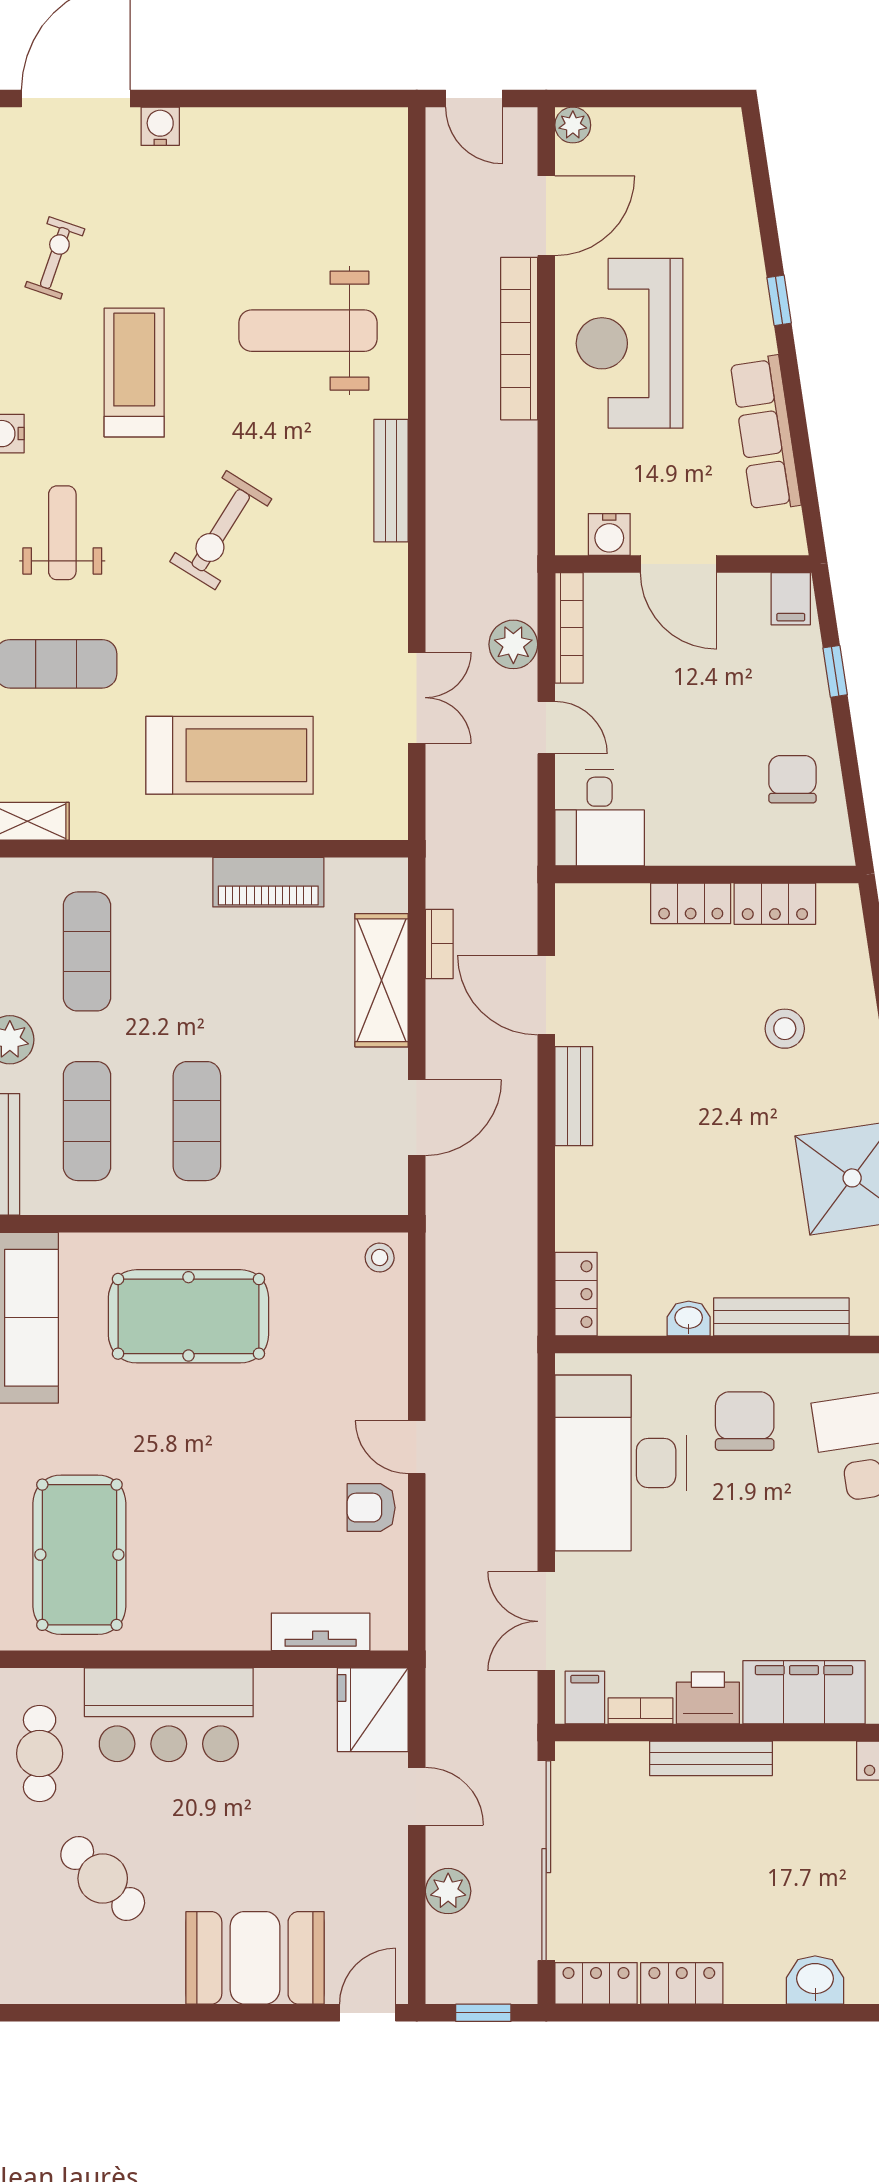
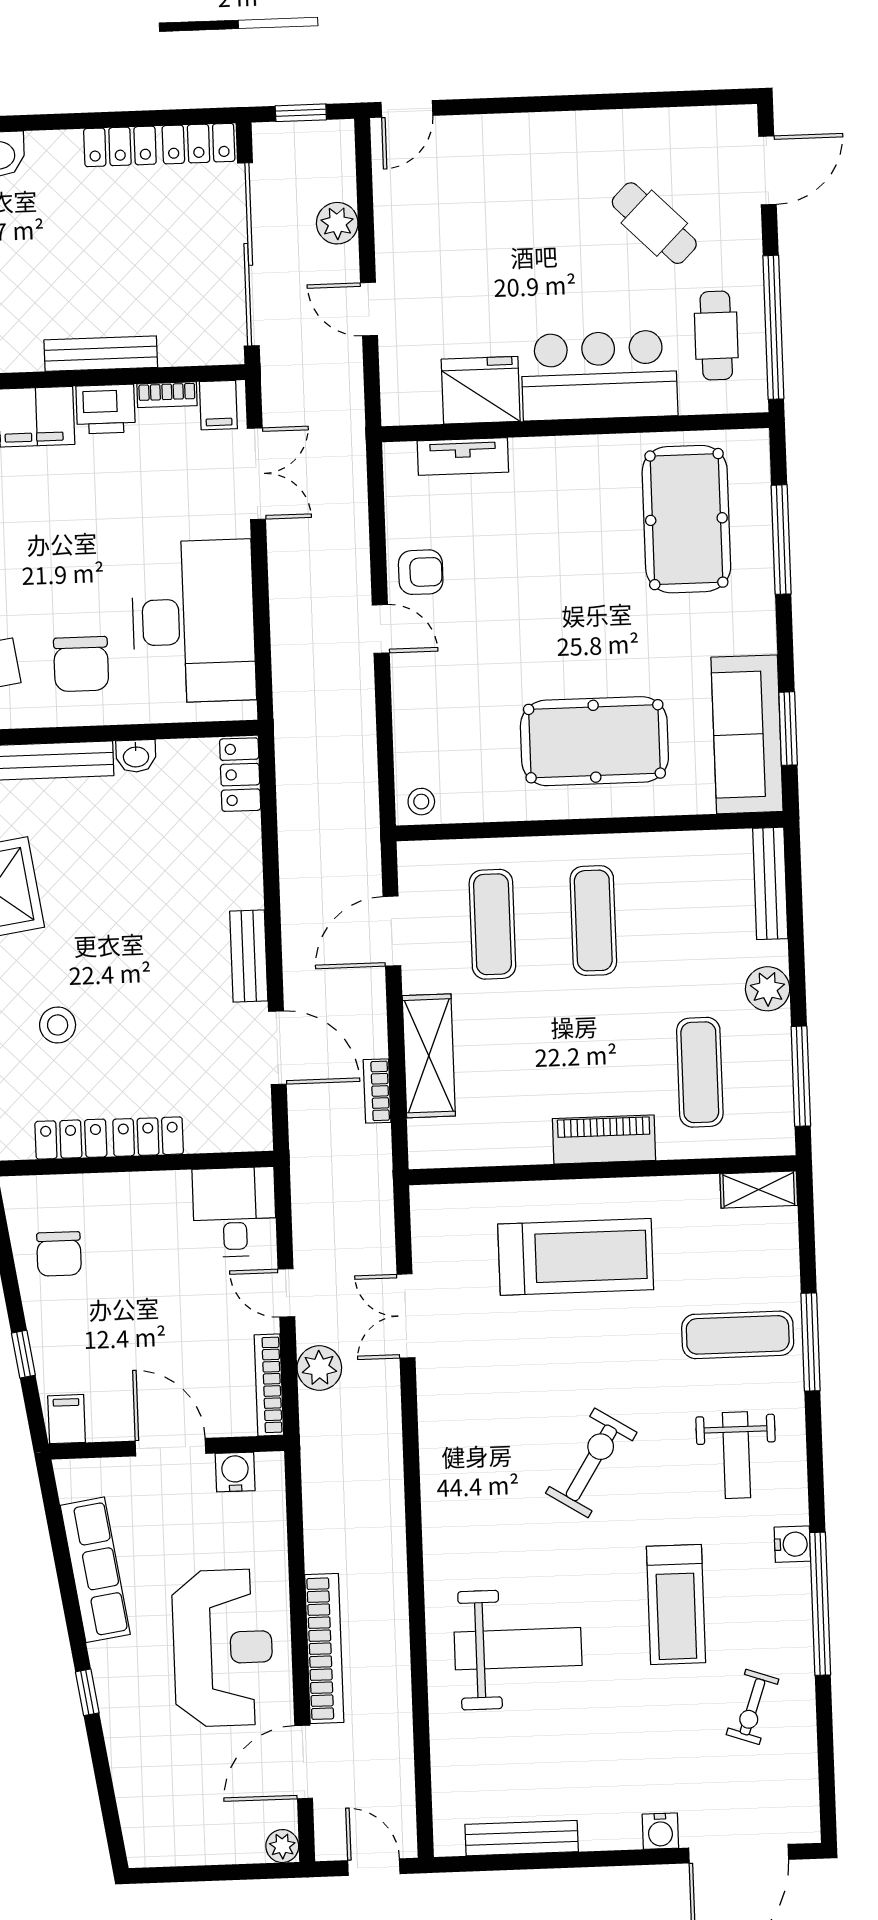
bench: (391, 481) -> (522, 1838), moved, turned 90
treadmill: (230, 755) -> (576, 1257), turned 180
piano: (268, 882) -> (604, 1139), moved
exercise mat: (87, 1121) -> (492, 924), moved
fridge: (373, 1710) -> (481, 390), moved, turned -90
booth: (255, 1958) -> (512, 155), removed

